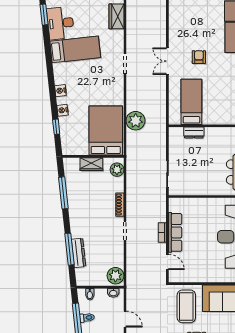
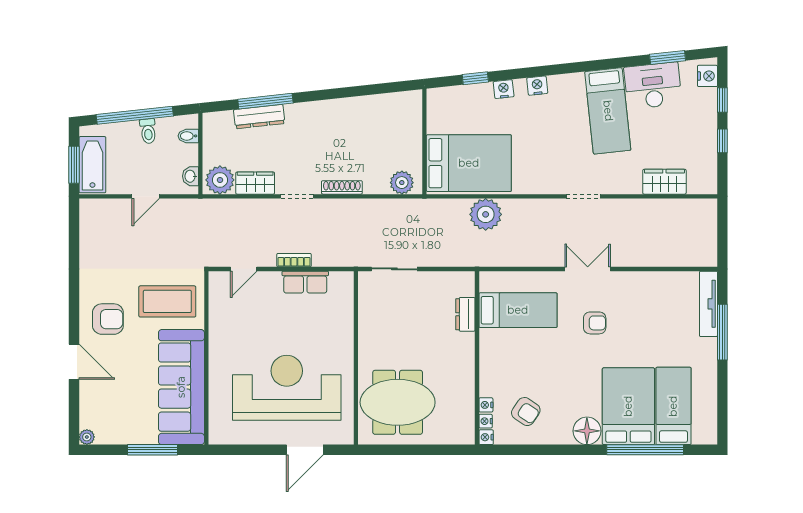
wardrobe: (91, 164) -> (255, 183), moved, turned 90
window: (63, 193) -> (362, 91), removed
row of seats: (175, 232) -> (305, 282), width x0.68

